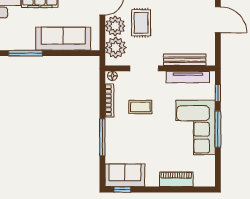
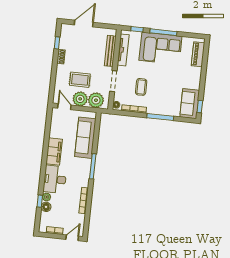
piano: (176, 179) -> (198, 54), moved

